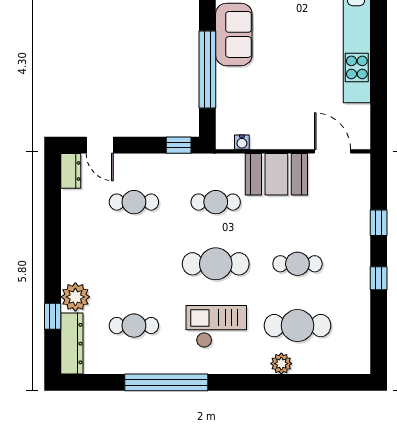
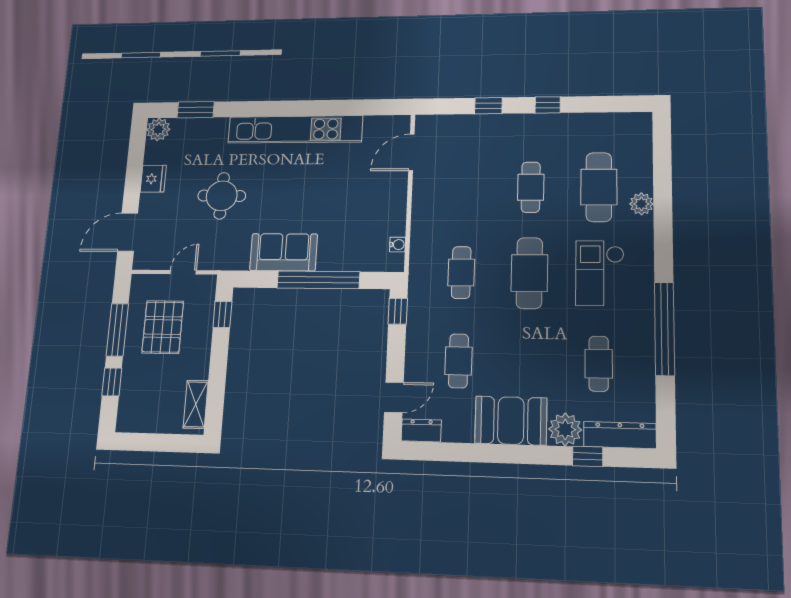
booth: (276, 174) -> (511, 421), moved, turned 90

